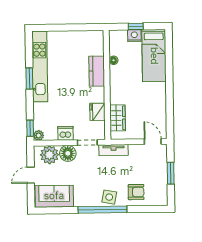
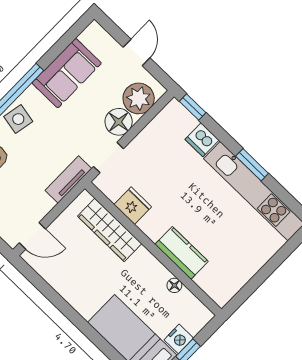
wardrobe: (118, 118) -> (110, 230), width x1.50
dishwasher: (65, 133) -> (202, 140), moved, turned 90
plant: (39, 135) -> (174, 109), removed
sofa: (54, 196) -> (67, 73), moved

